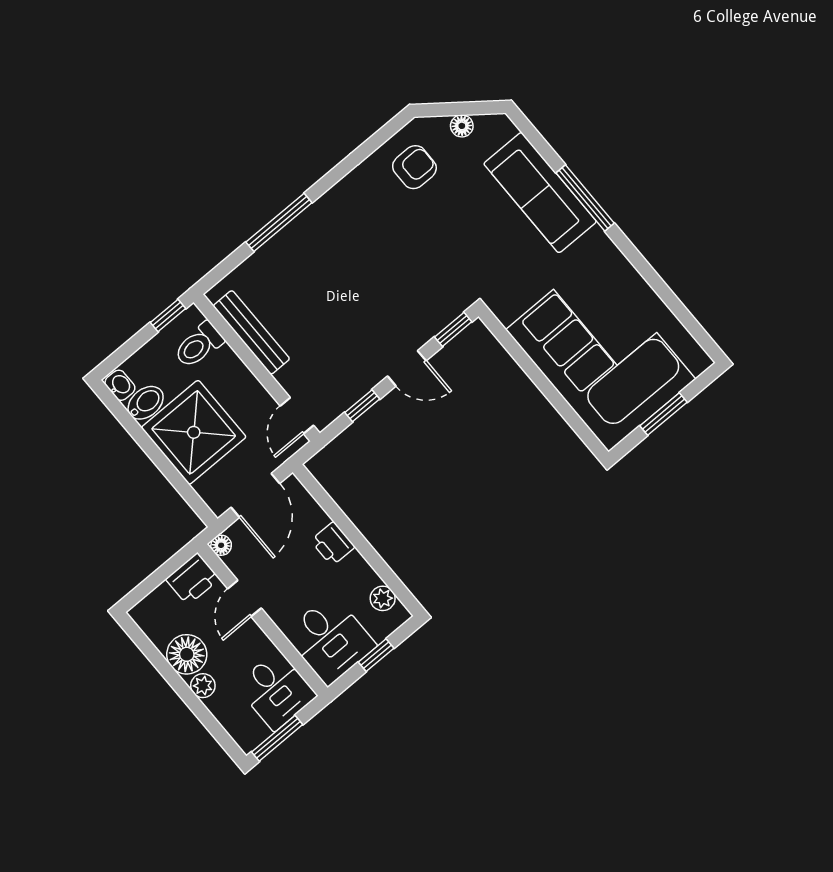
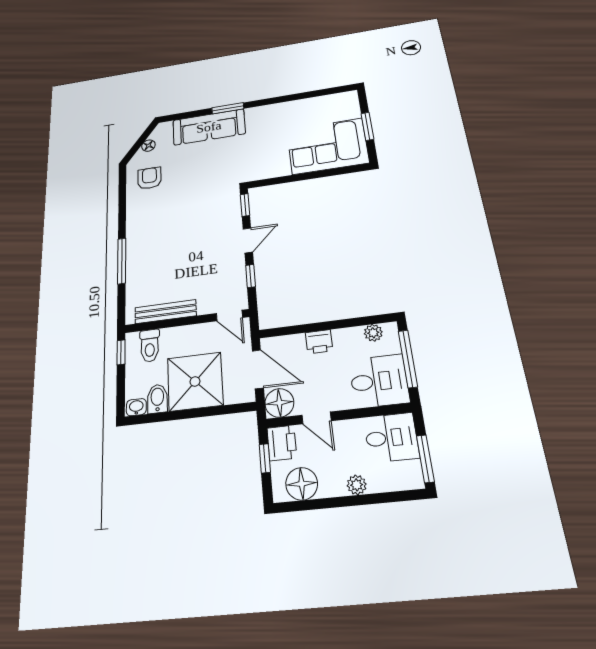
window: (585, 198) -> (228, 108), width x0.69
corner sofa: (601, 354) -> (327, 146), width x0.73, depth x0.74
floor lamp: (221, 545) -> (279, 403), width x1.89, depth x1.89
window: (164, 572) -> (265, 458), added
floor lamp: (187, 654) -> (302, 484), moved
window: (376, 655) -> (408, 359), width x2.17

